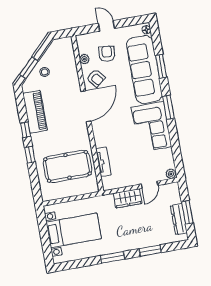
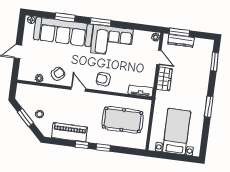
armchair: (107, 54) -> (103, 79), moved
window: (29, 68) -> (26, 117), moved
door: (86, 106) -> (78, 89), width x0.53
tv unit: (103, 162) -> (141, 91), moved
pool table: (67, 166) -> (123, 120), turned 90
window: (187, 212) -> (179, 32), moved
dresser: (179, 219) -> (181, 41), moved
window: (150, 251) -> (215, 62), moved

